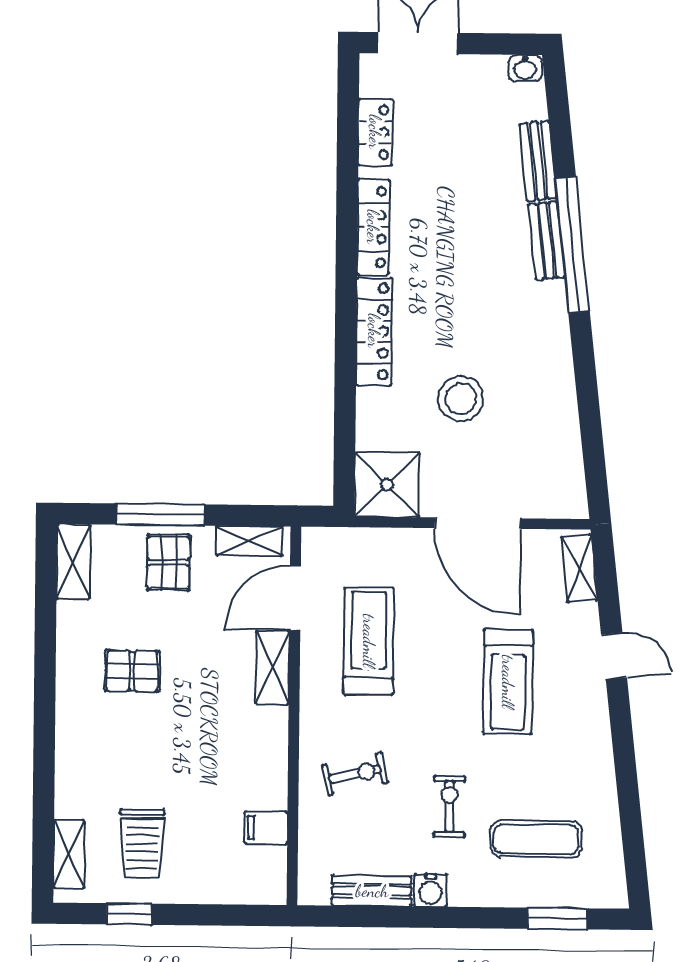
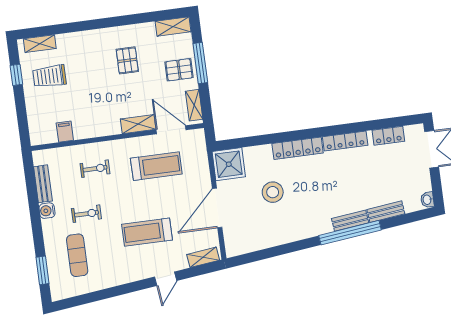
exercise bike: (355, 774) -> (95, 169), turned -77

